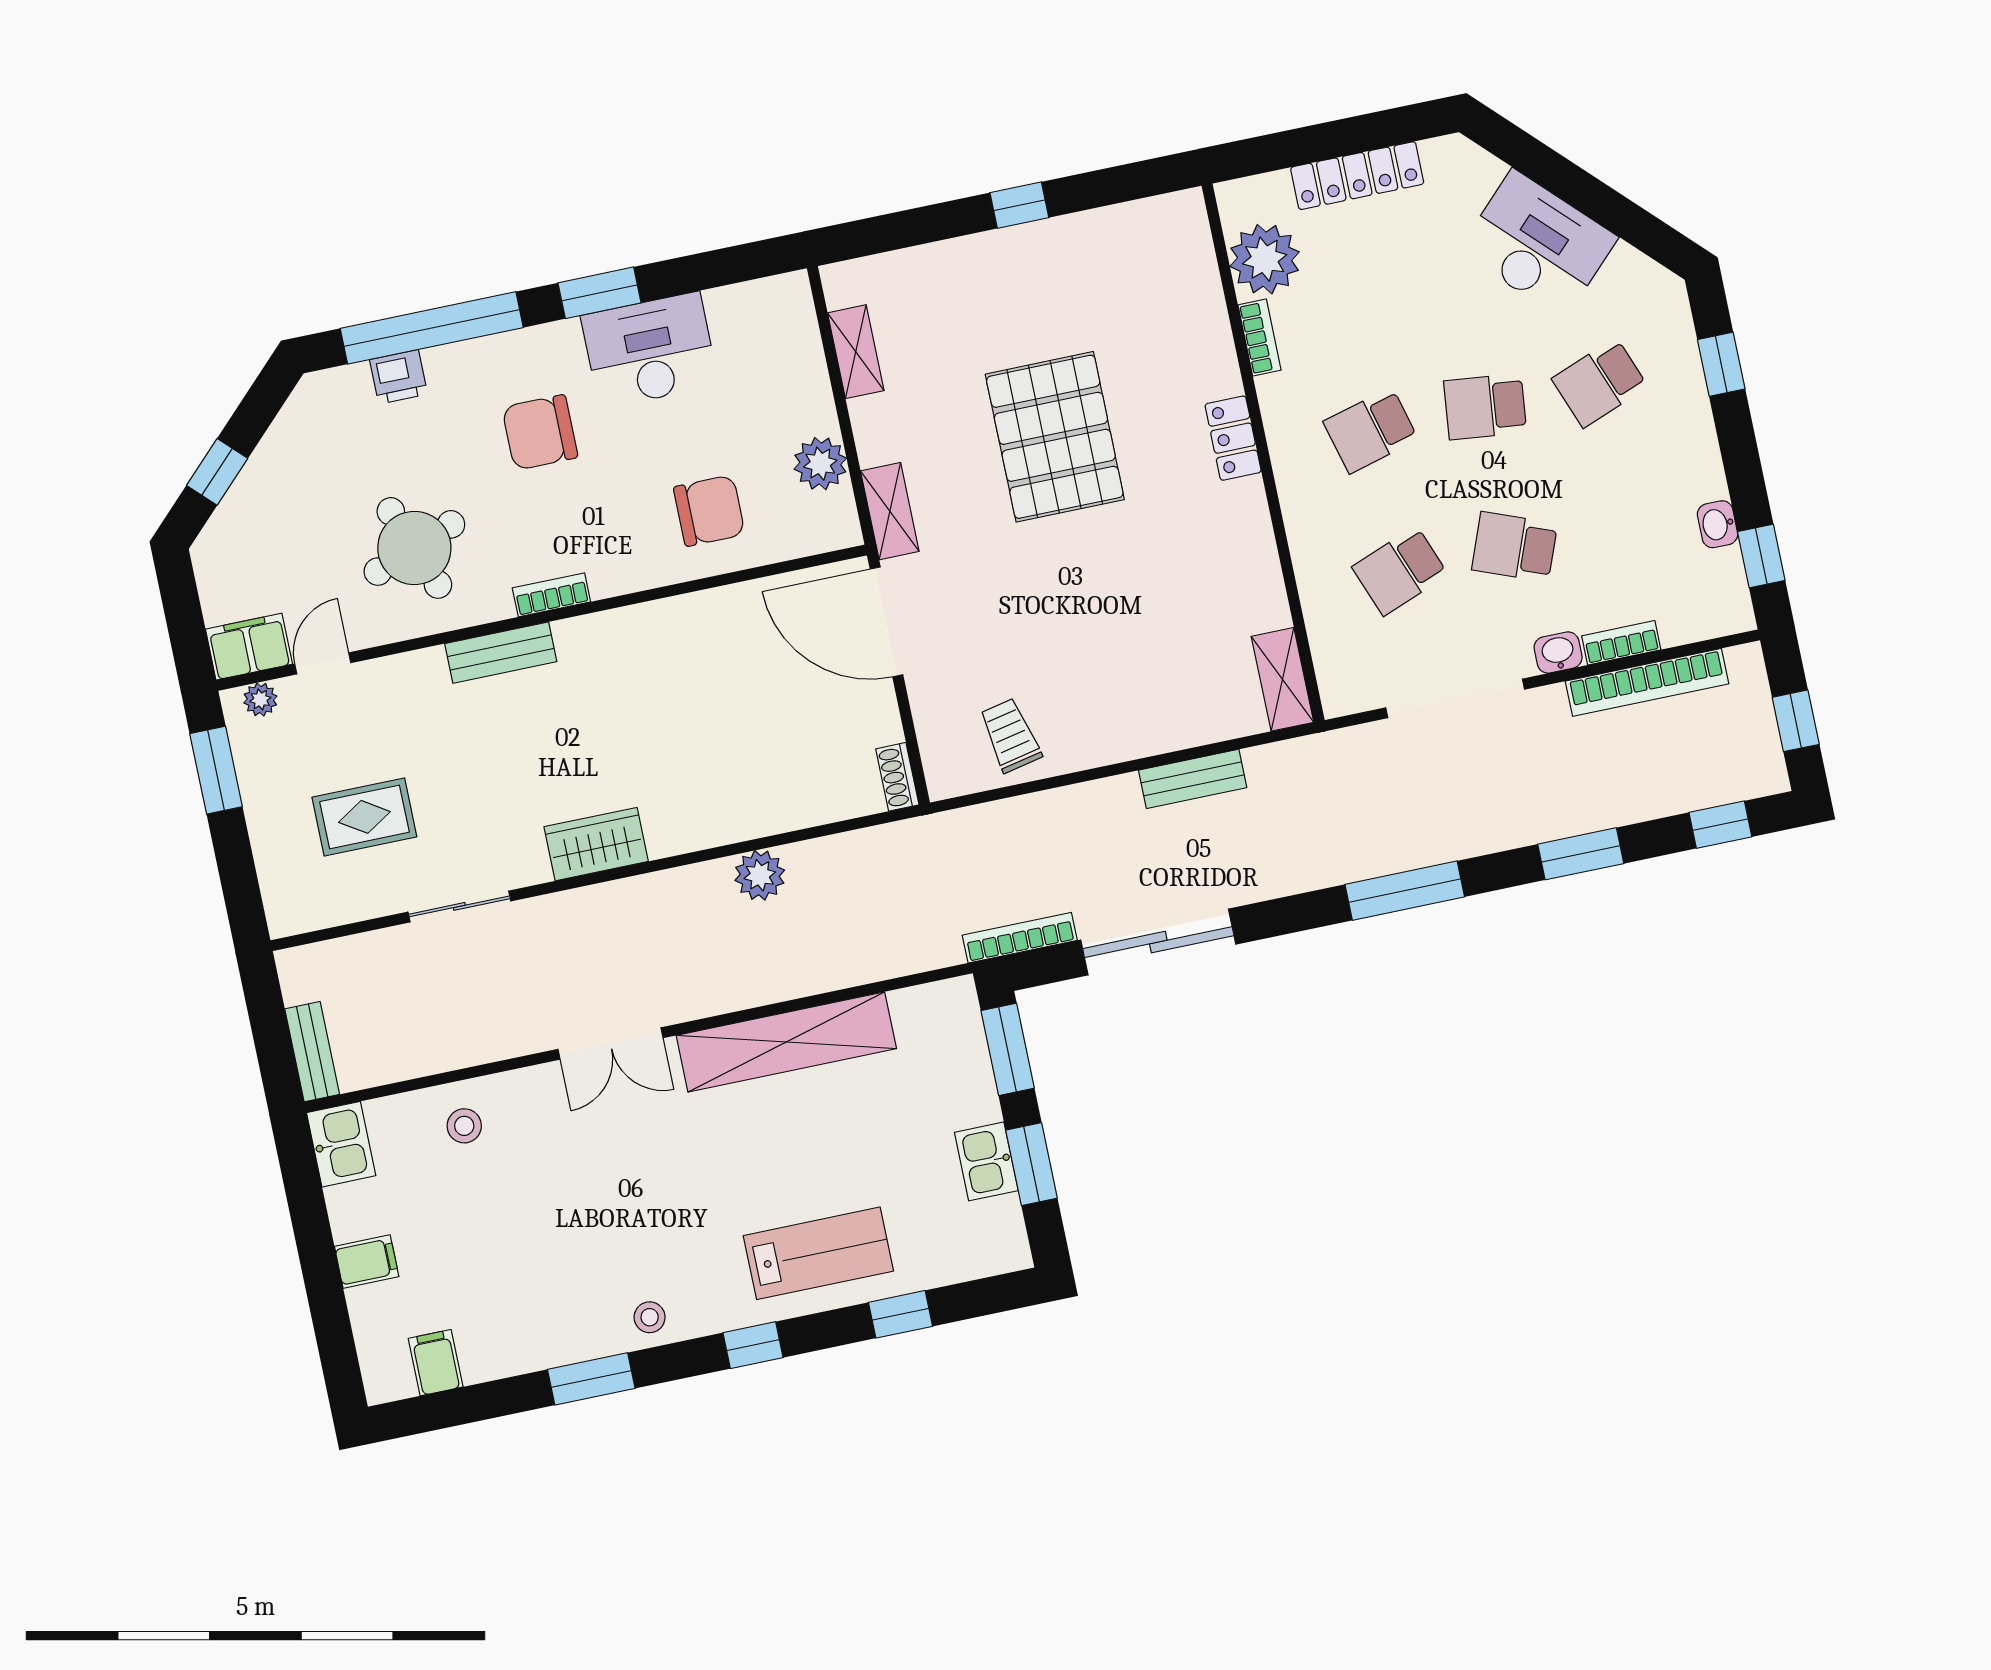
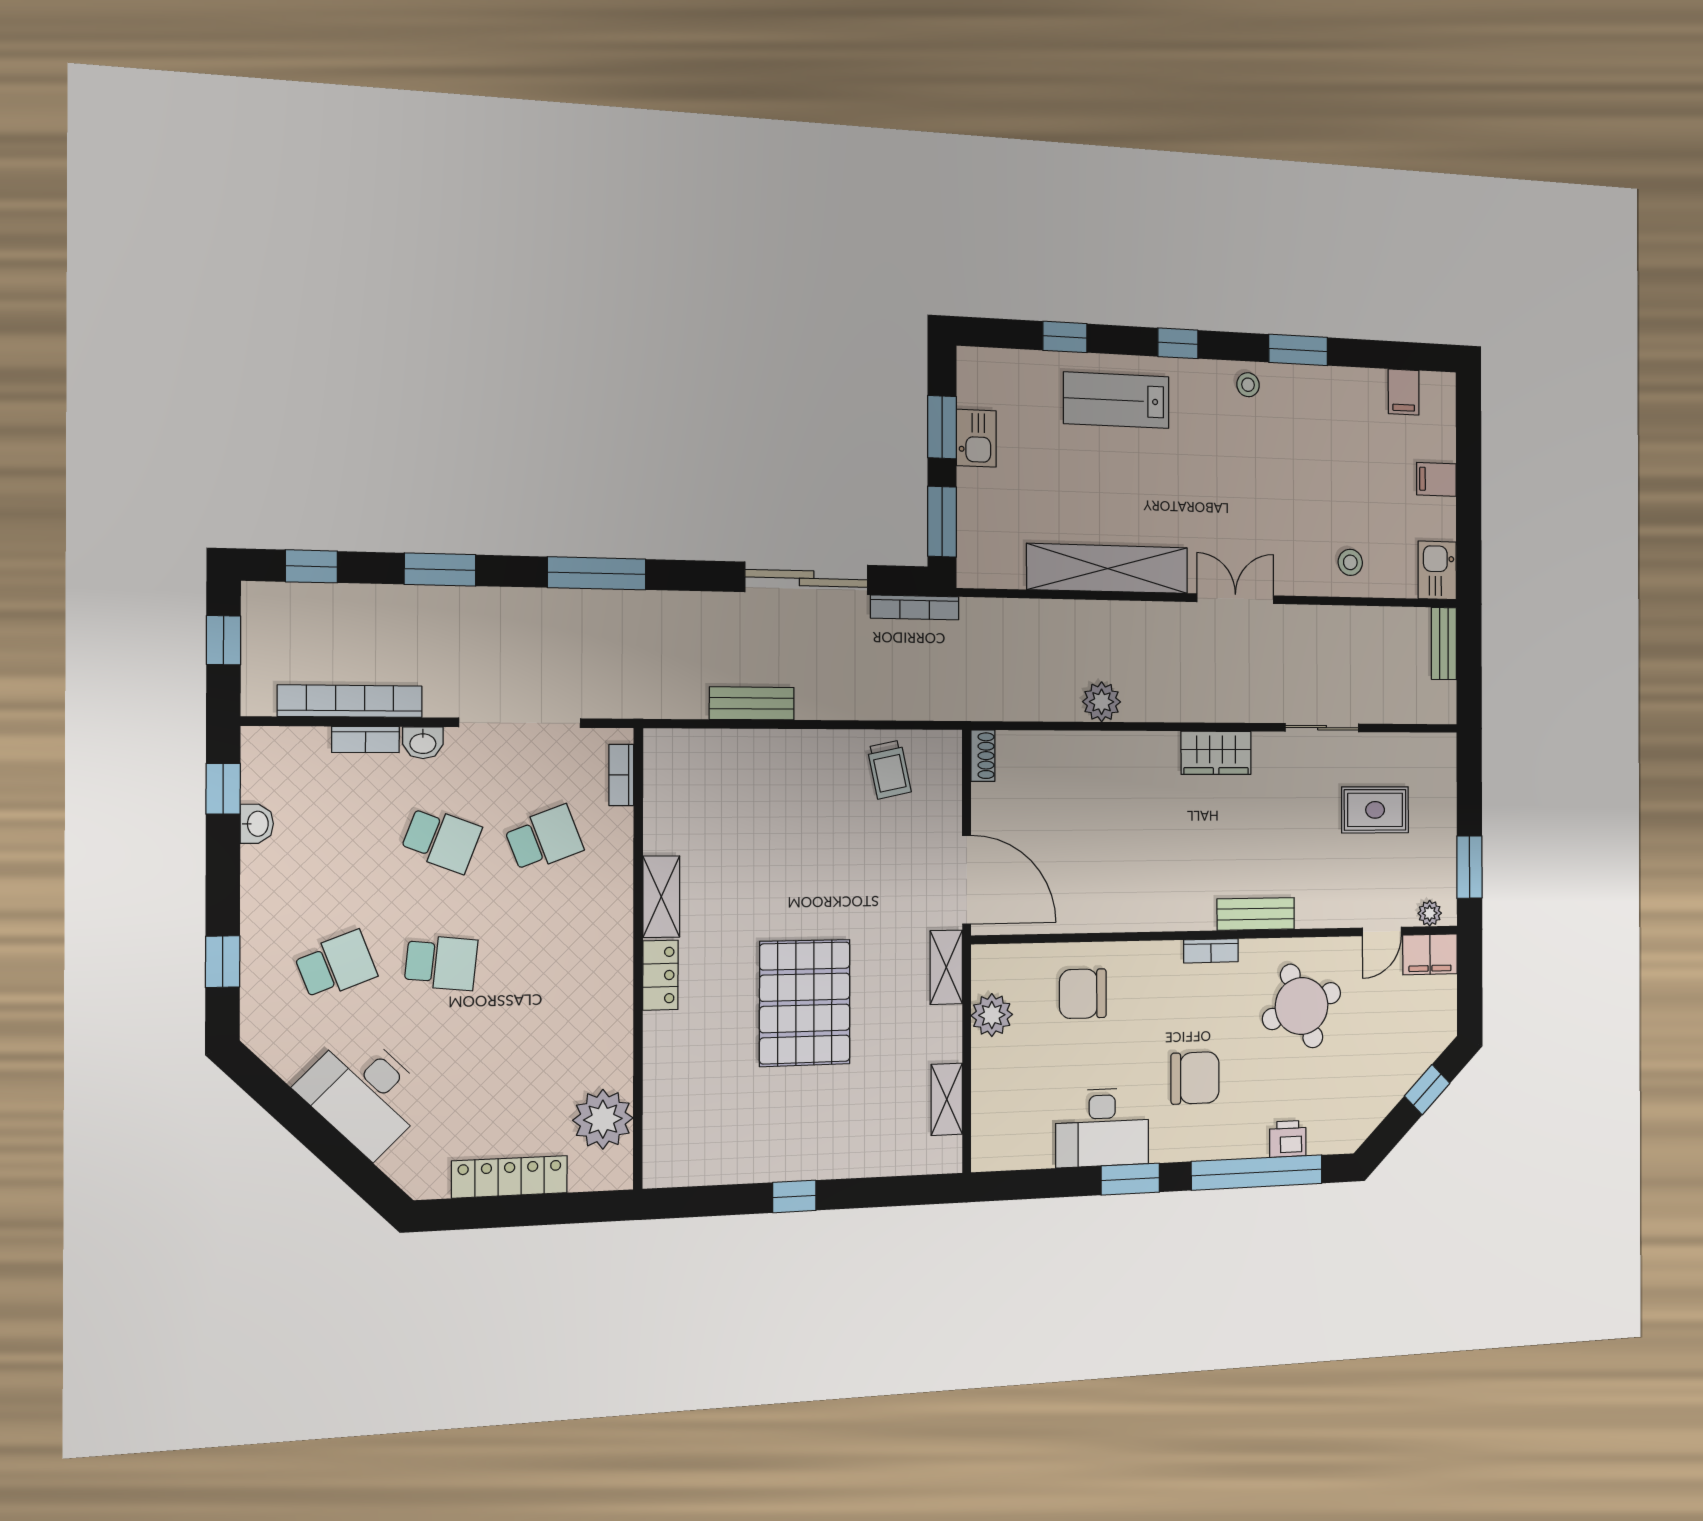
bookcase: (1259, 338) -> (621, 775), moved
school desk: (1371, 430) -> (544, 960), removed
shelving: (1283, 679) -> (661, 897), moved

